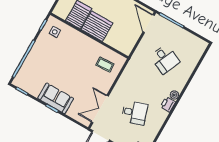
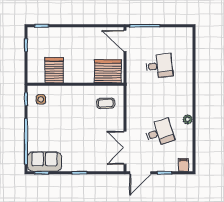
server rack: (97, 26) -> (108, 71), moved
desk: (165, 59) -> (159, 66), turned -30
plant: (174, 95) -> (188, 119), moved
sofa: (56, 98) -> (45, 162), moved
printer: (168, 104) -> (186, 107), removed

